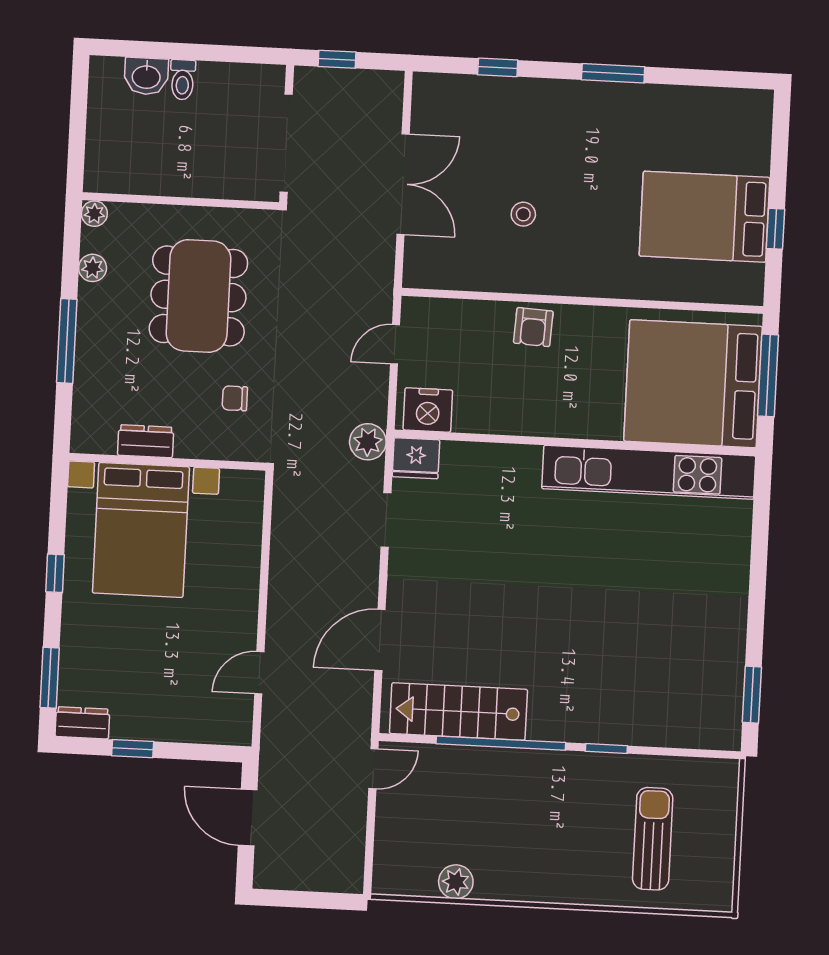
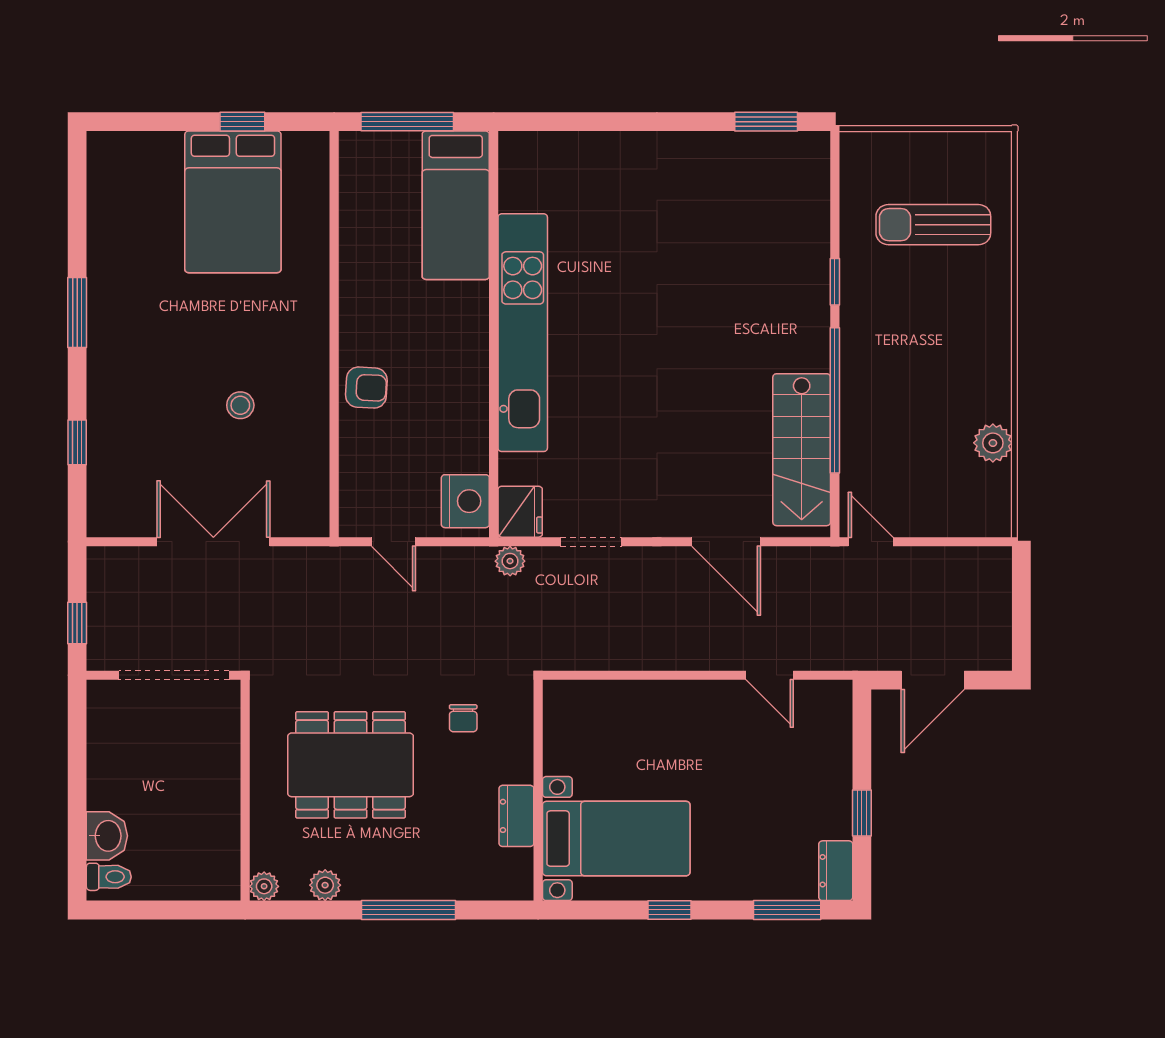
toilet: (183, 80) -> (109, 877), moved
bed: (693, 384) -> (456, 205), width x0.49
plant: (368, 442) -> (510, 561), width x0.73, depth x0.73
kitchen unit: (649, 472) -> (523, 333), moved
bed with nightstands: (141, 530) -> (616, 839), width x0.73

